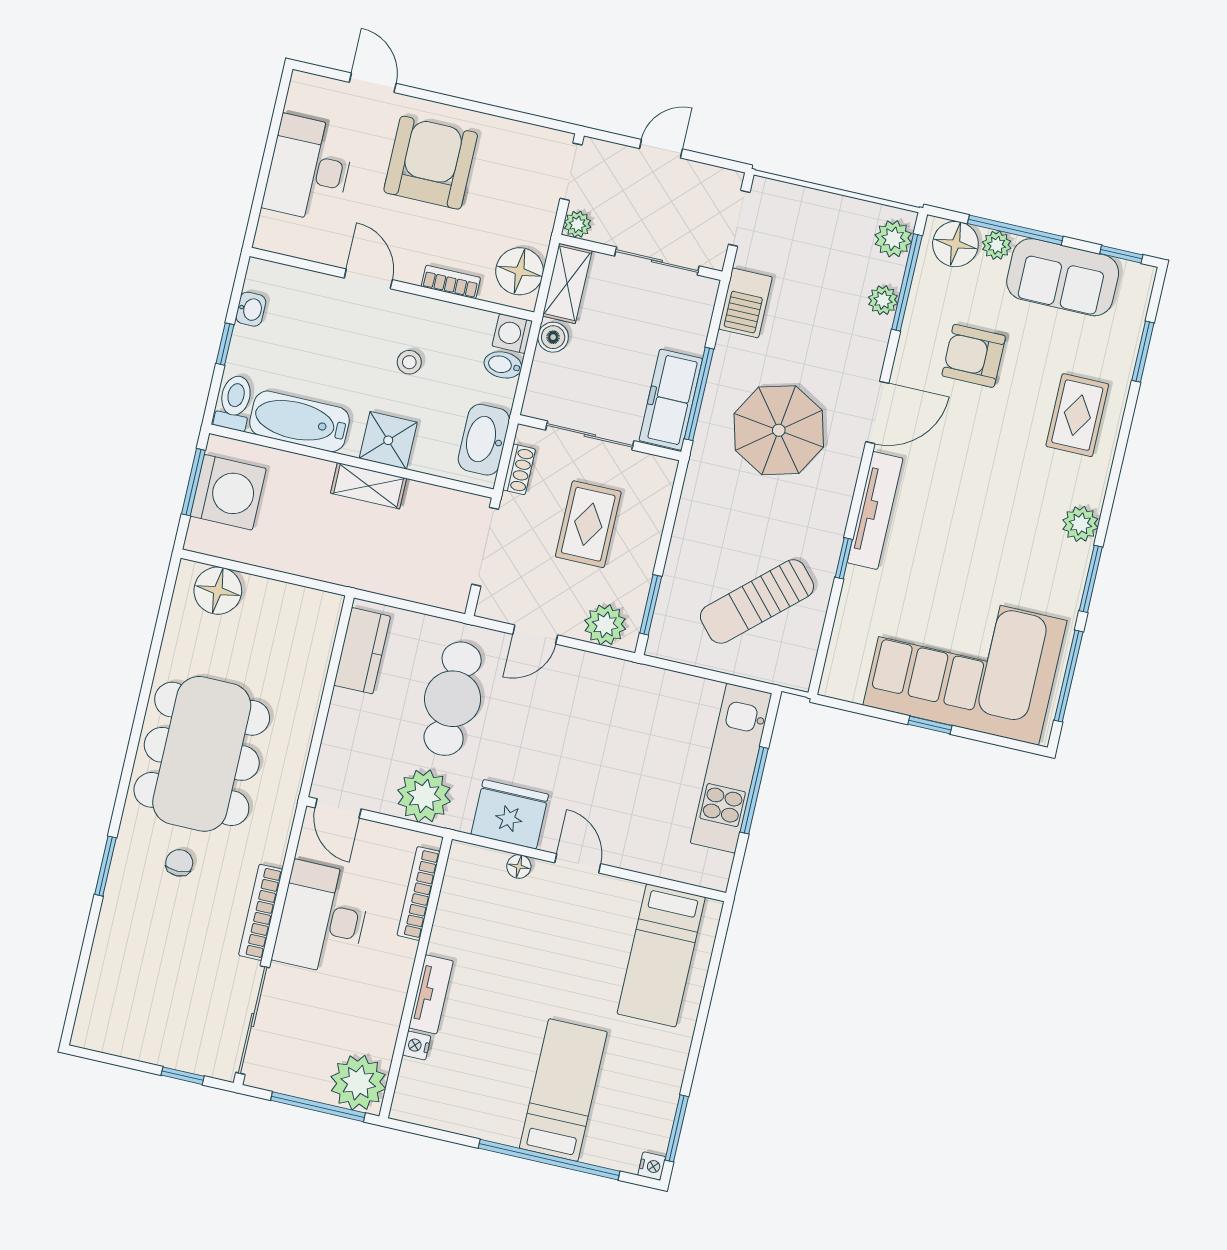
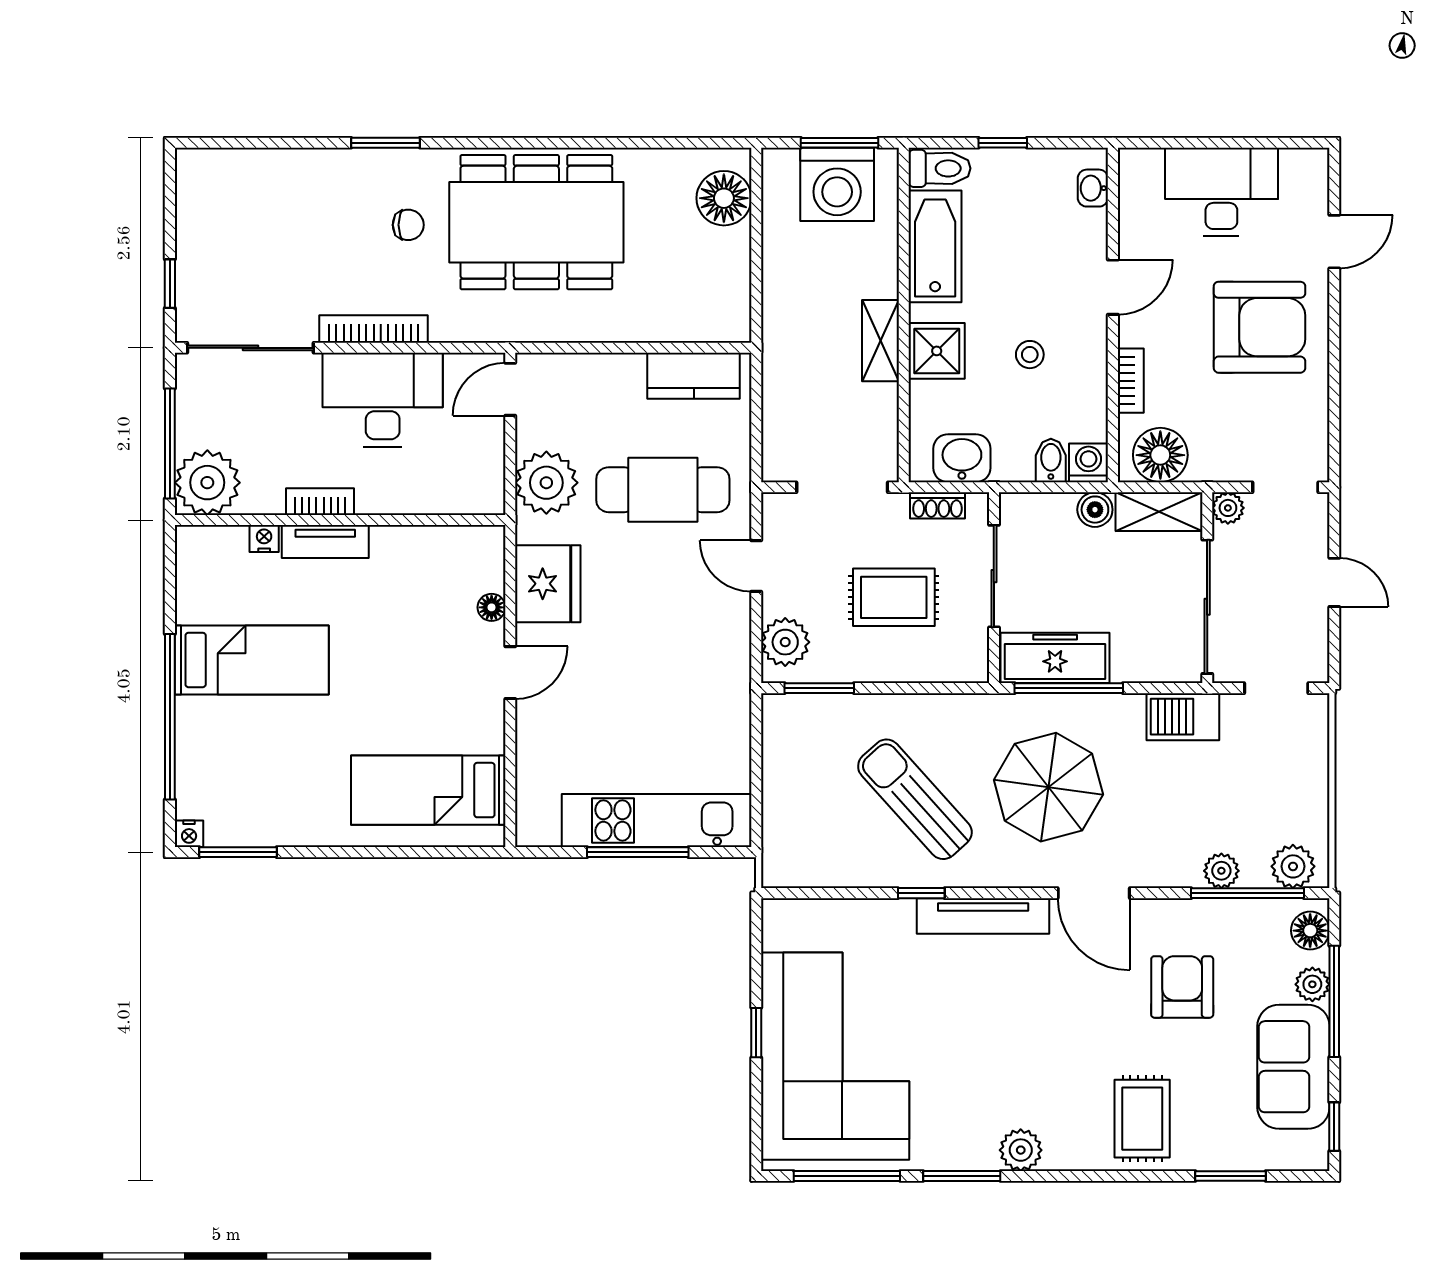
floor lamp: (955, 244) -> (1310, 931), width x0.73, depth x0.73
sliding door: (657, 261) -> (1207, 607), width x1.37
washbasin: (251, 309) -> (1093, 188), moved, turned 90
rug: (1077, 415) -> (1142, 1119), turned 90
washbasin: (484, 440) -> (962, 458), width x0.72
sun lounger: (757, 601) -> (915, 799), moved
bookcase: (419, 893) -> (320, 502), moved, width x0.64
bed: (563, 1090) -> (252, 660), moved

